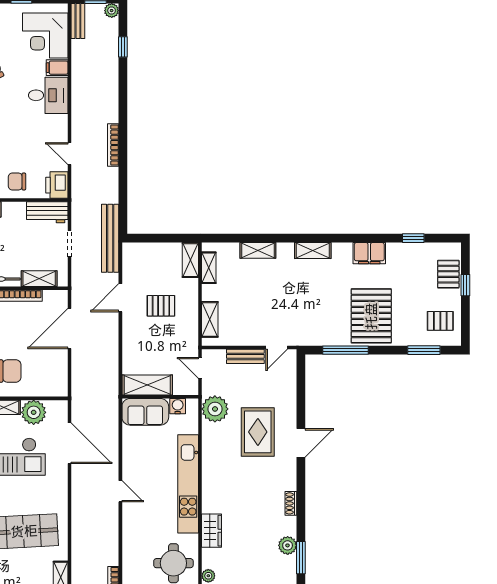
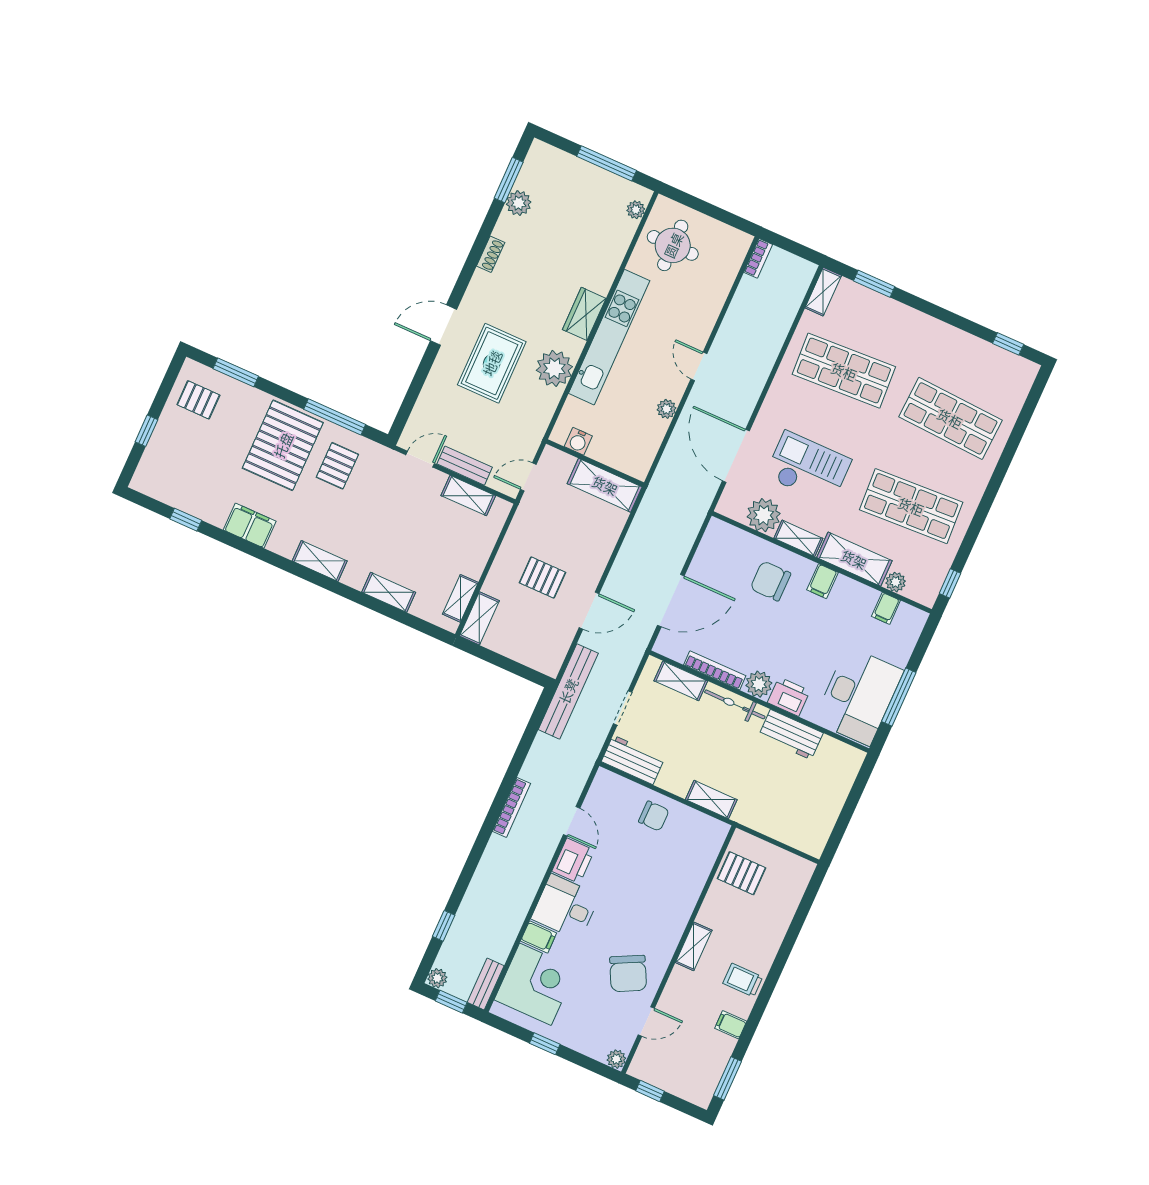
printer: (57, 185) -> (573, 861), moved
pallet: (448, 274) -> (337, 466), moved
shelving: (210, 319) -> (468, 496), moved, turned 90
door: (200, 368) -> (528, 477), swing flipped
plant: (215, 409) -> (554, 368), moved
sofa: (145, 412) -> (622, 452), removed
plant: (129, 454) -> (667, 409), added
wardrobe: (211, 531) -> (584, 314), moved

